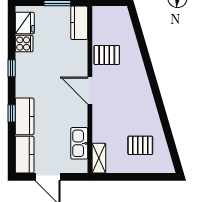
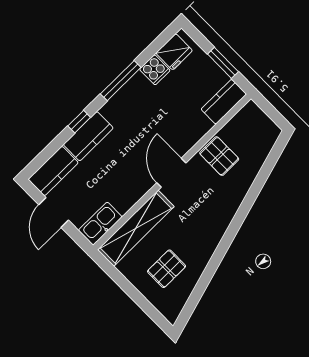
window: (12, 68) -> (121, 81), width x2.17
kitchen sink: (79, 143) -> (100, 224), moved
pallet: (140, 145) -> (167, 269), turned 90
shelving: (99, 158) -> (136, 228), width x2.20, depth x1.33

